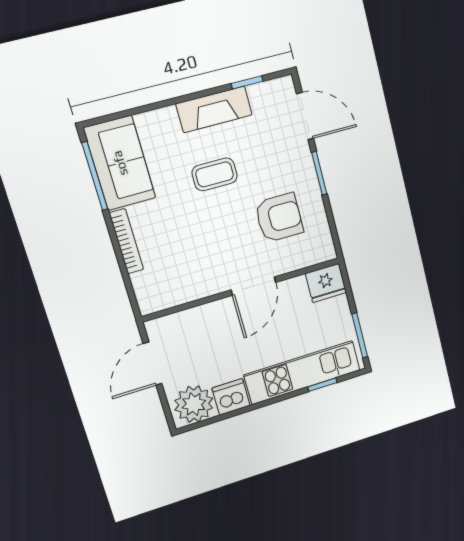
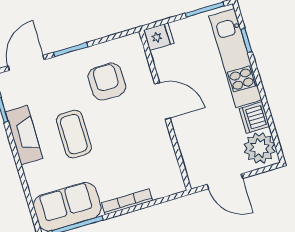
coffee table: (215, 174) -> (74, 134), width x1.36, depth x1.30
fridge: (326, 283) -> (159, 37), width x0.72

